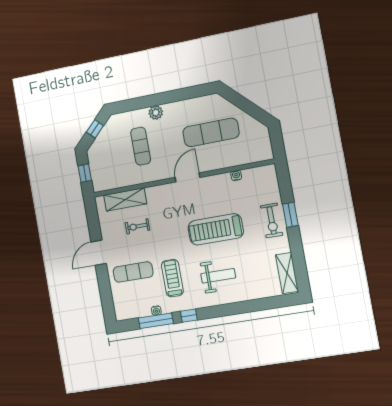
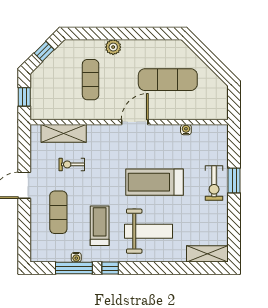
exercise mat: (133, 272) -> (58, 212), turned 90
shelving: (287, 273) -> (207, 254), moved, turned 90
weight bench: (218, 276) -> (148, 231), width x1.36, depth x1.33

